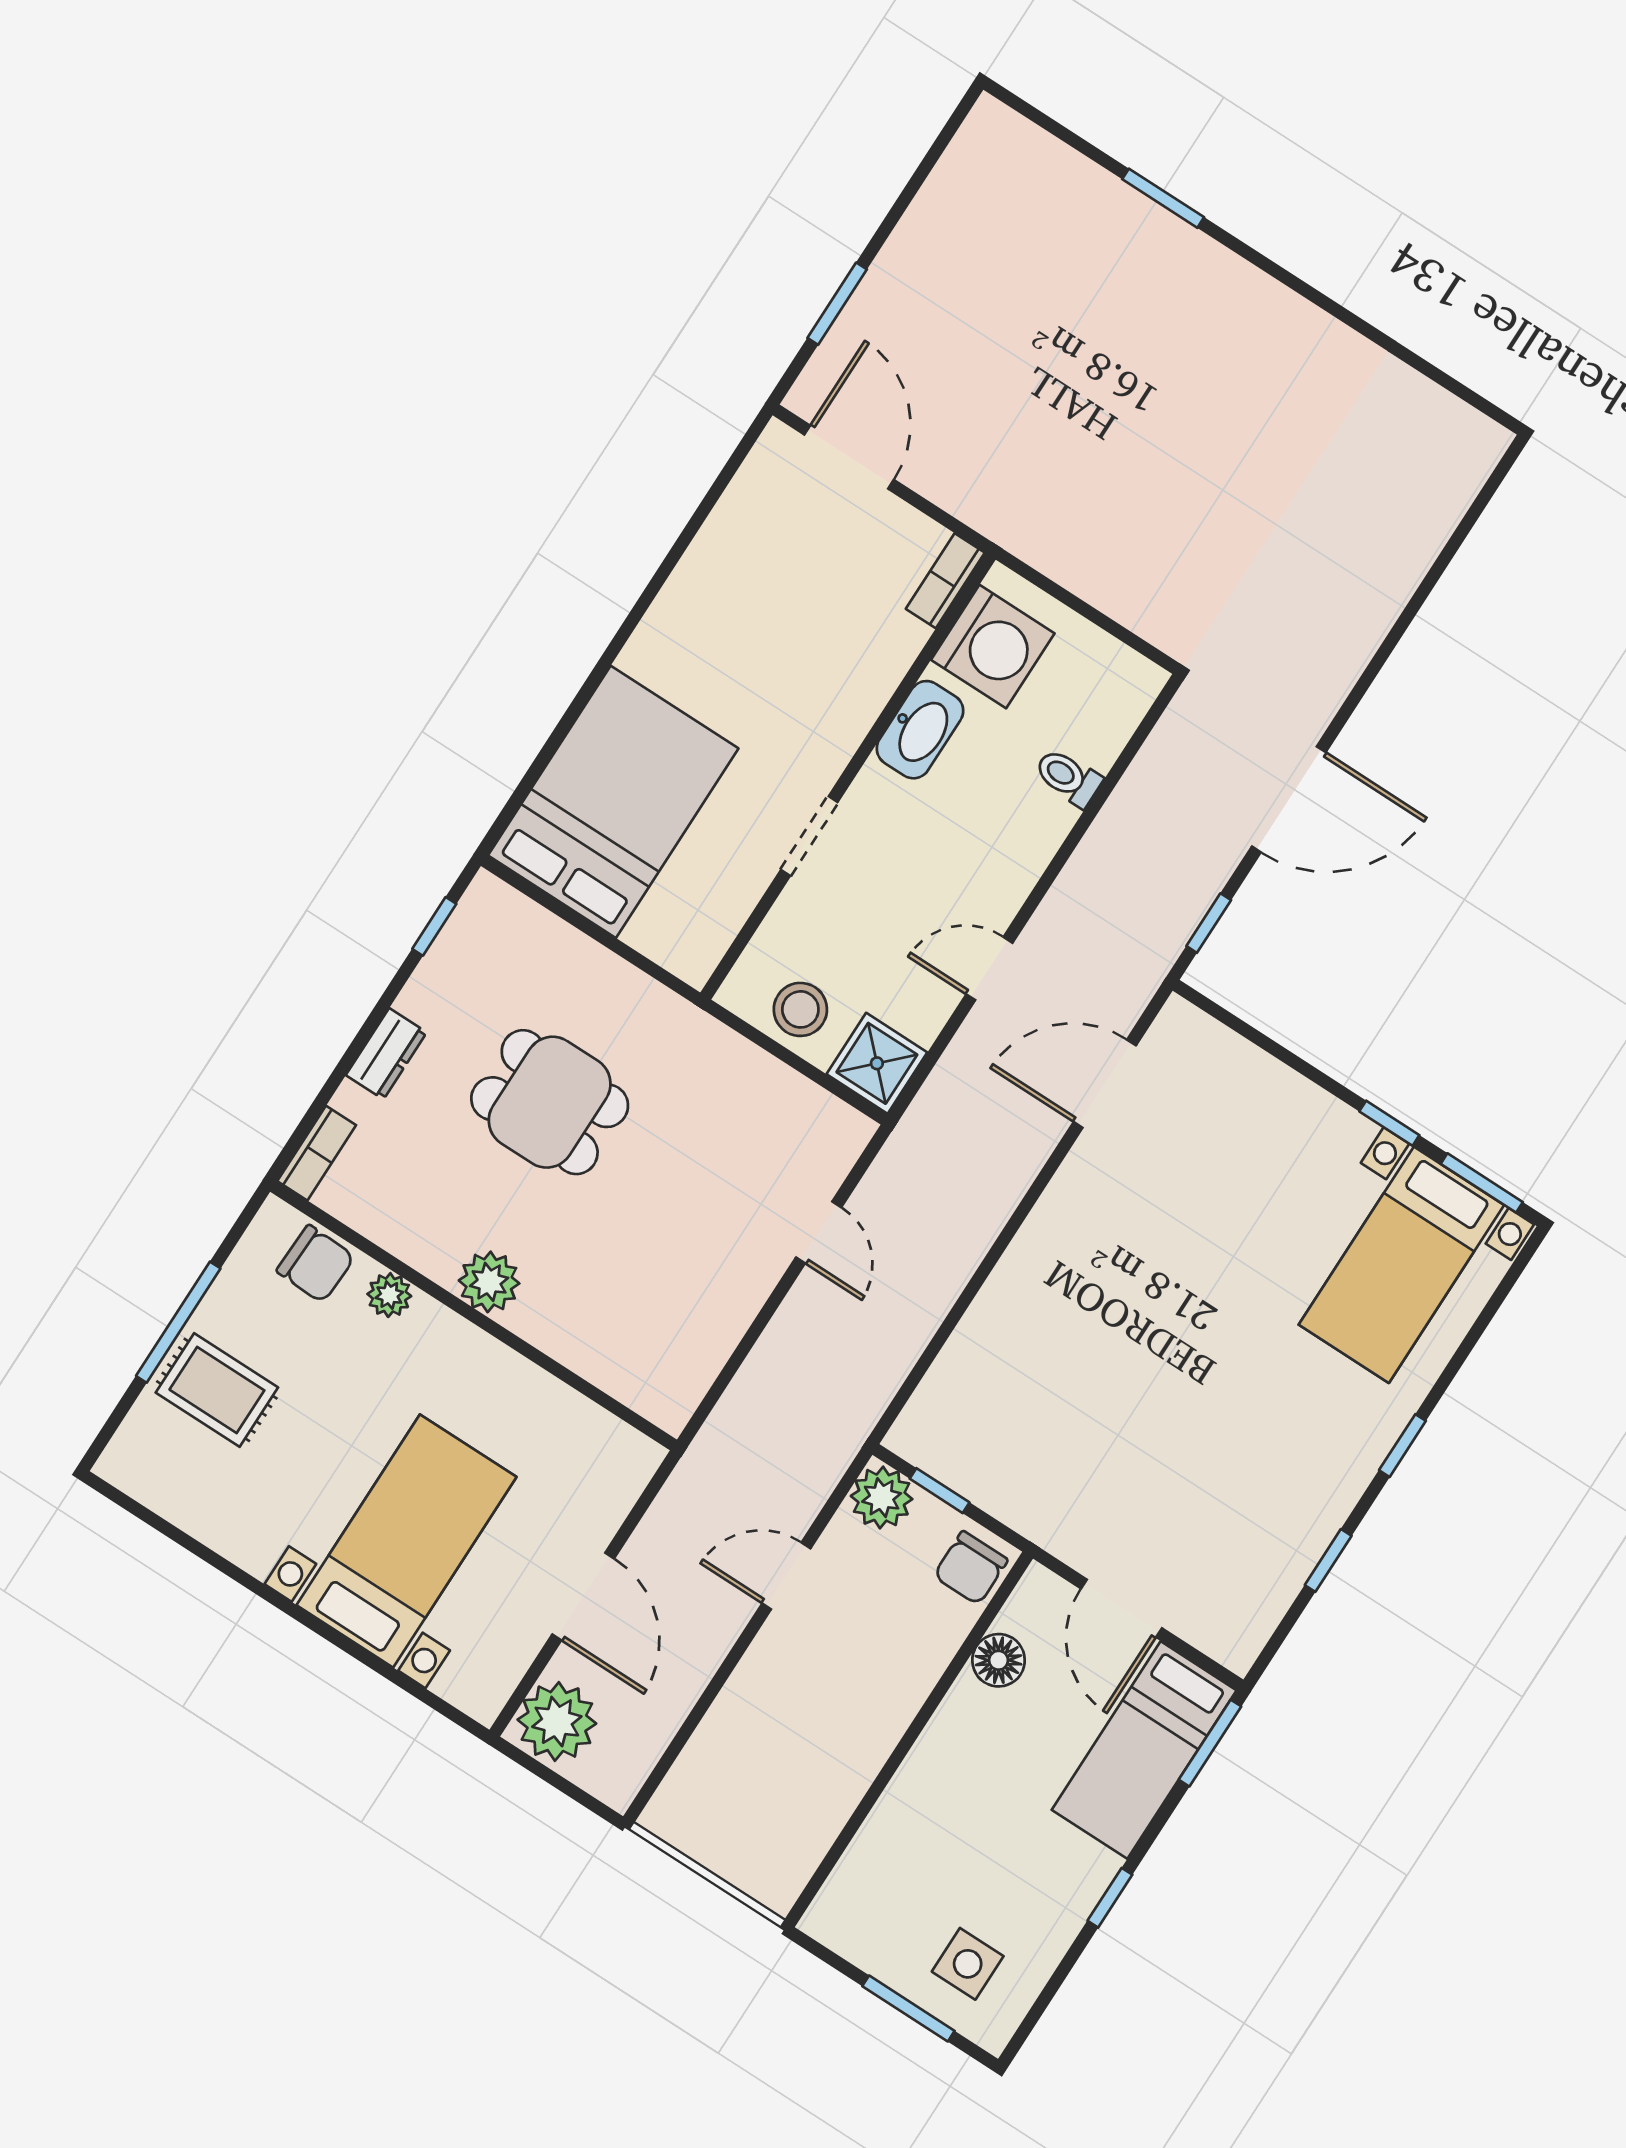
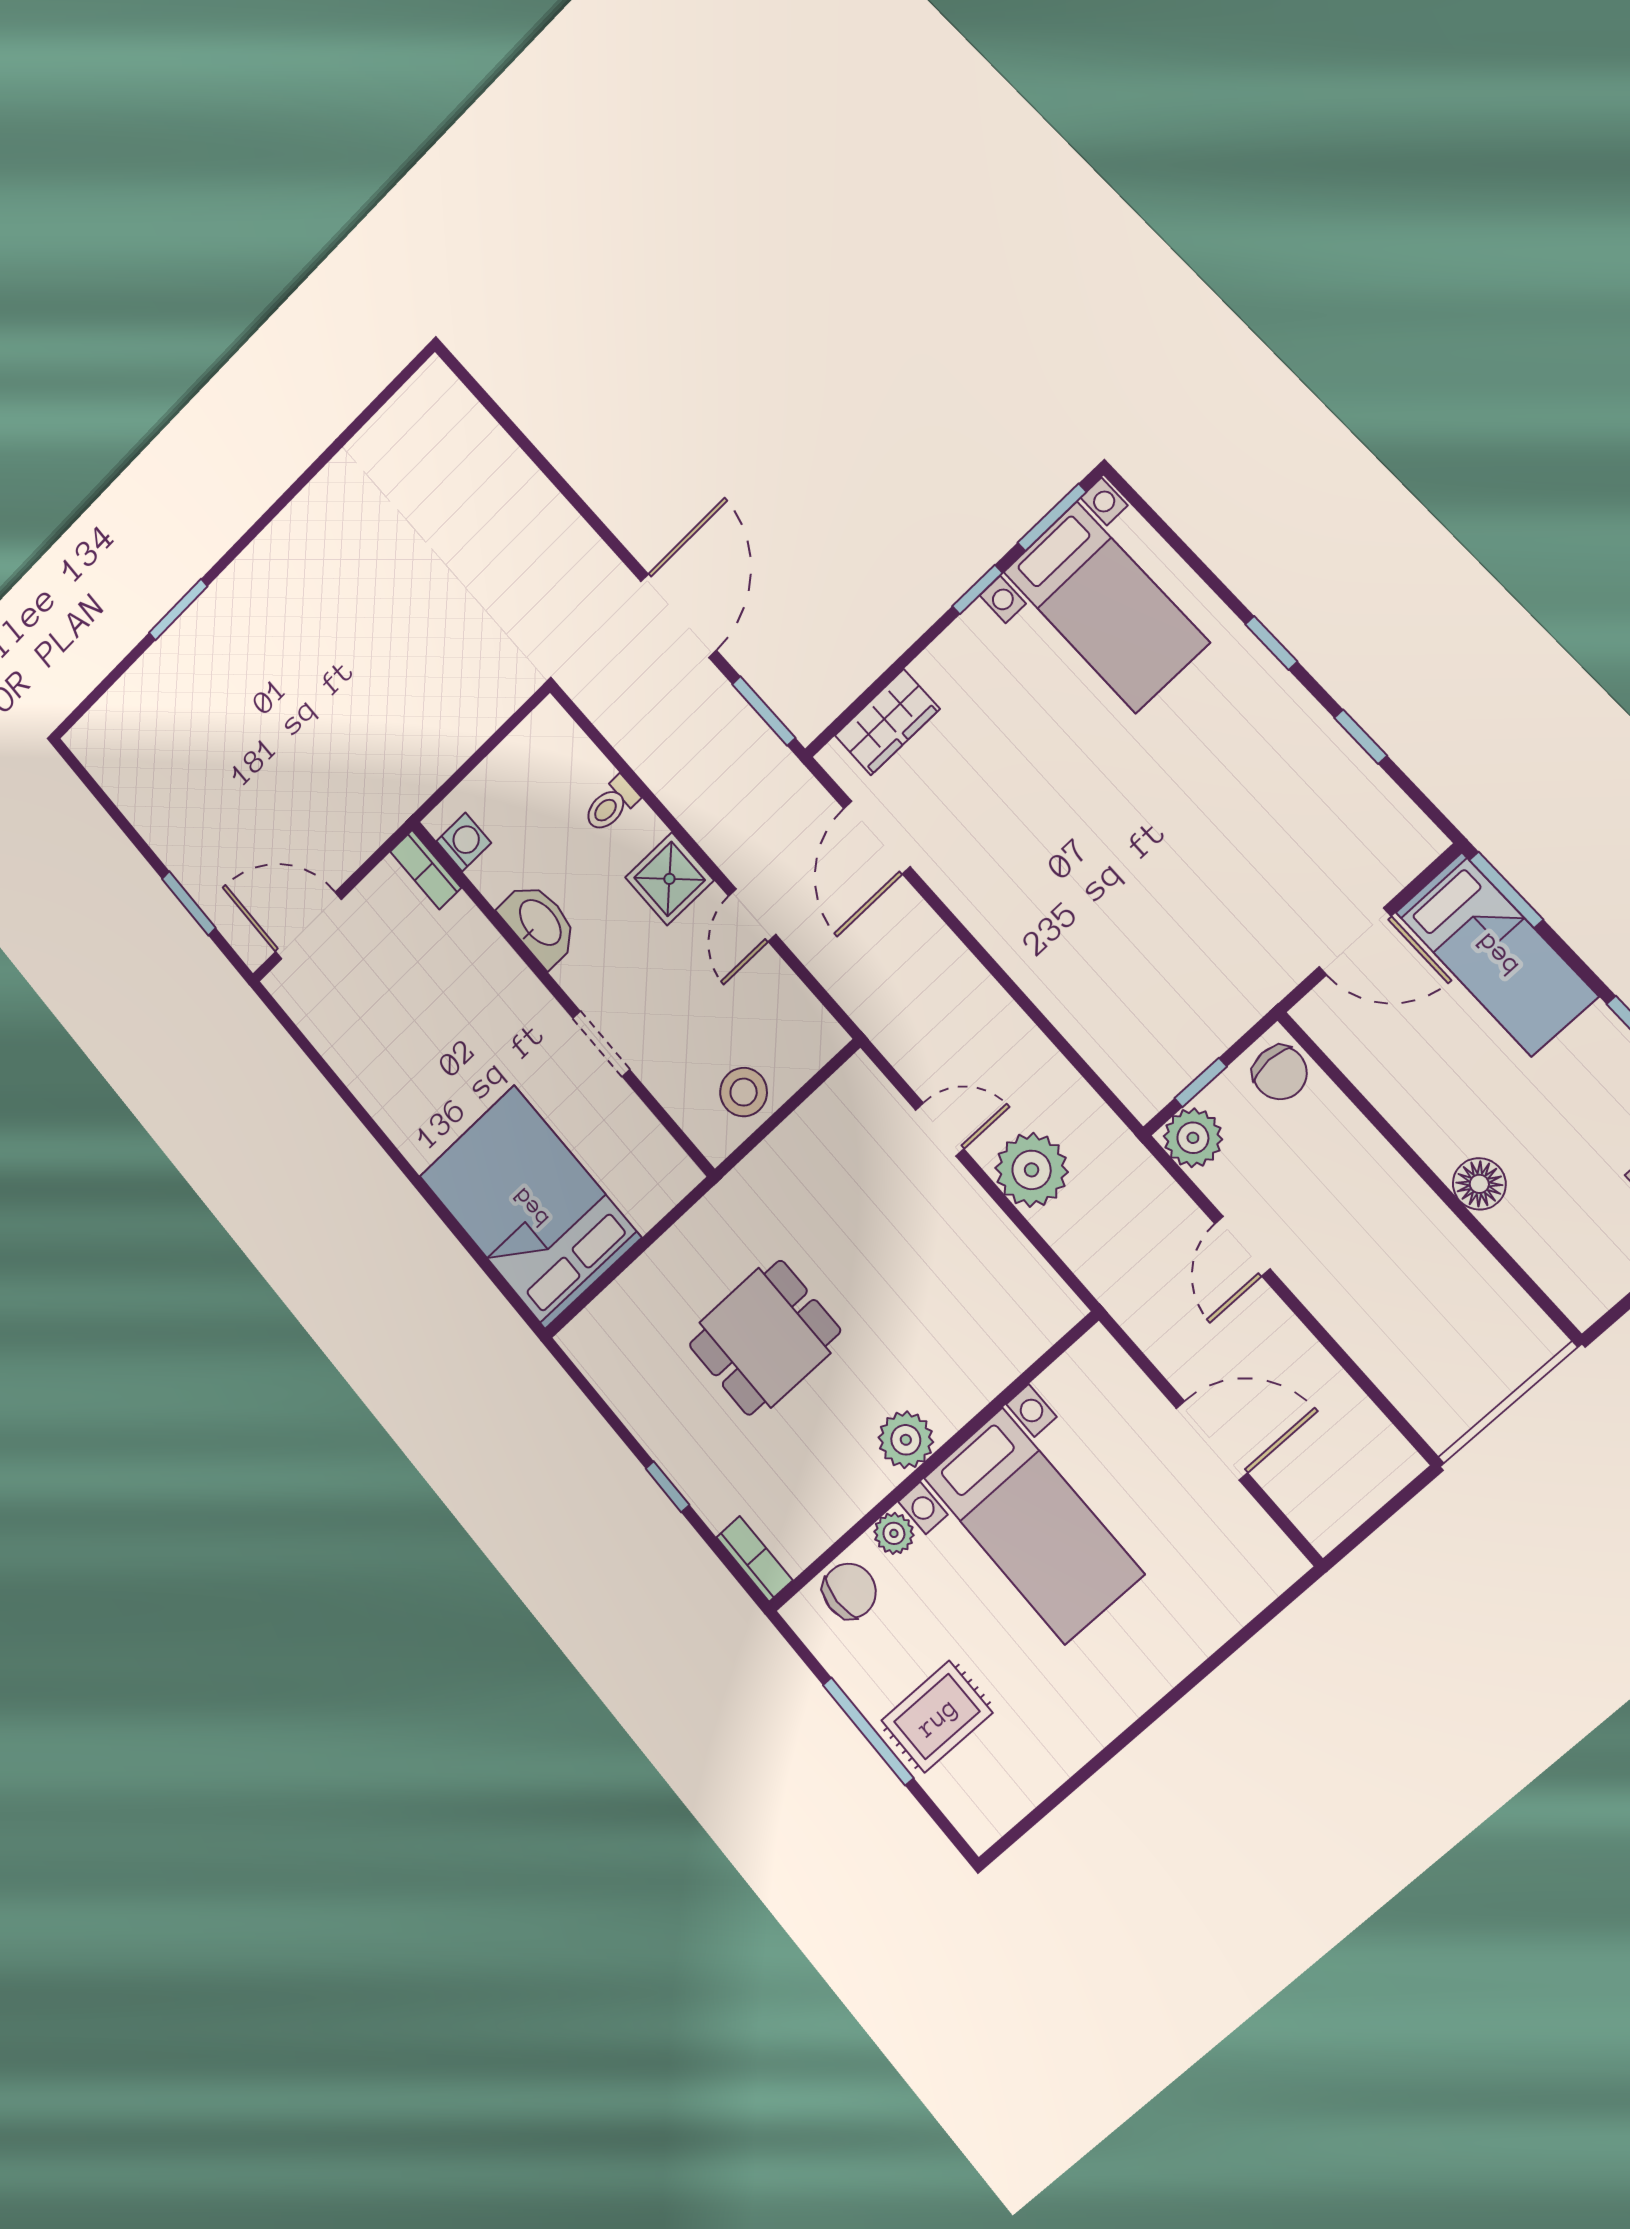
washing machine: (993, 647) -> (464, 842), width x0.53, depth x0.53
window: (1209, 923) -> (764, 711), width x1.50
window: (434, 926) -> (667, 1487), moved
dresser: (386, 1054) -> (686, 1470), removed
shower: (877, 1063) -> (669, 879), moved
wardrobe: (1228, 1063) -> (887, 722), added
bed with nightstands: (407, 1541) -> (1033, 1526), moved, turned 180
floor lamp: (999, 1660) -> (1479, 1184), moved
plant: (557, 1722) -> (1032, 1170), moved

